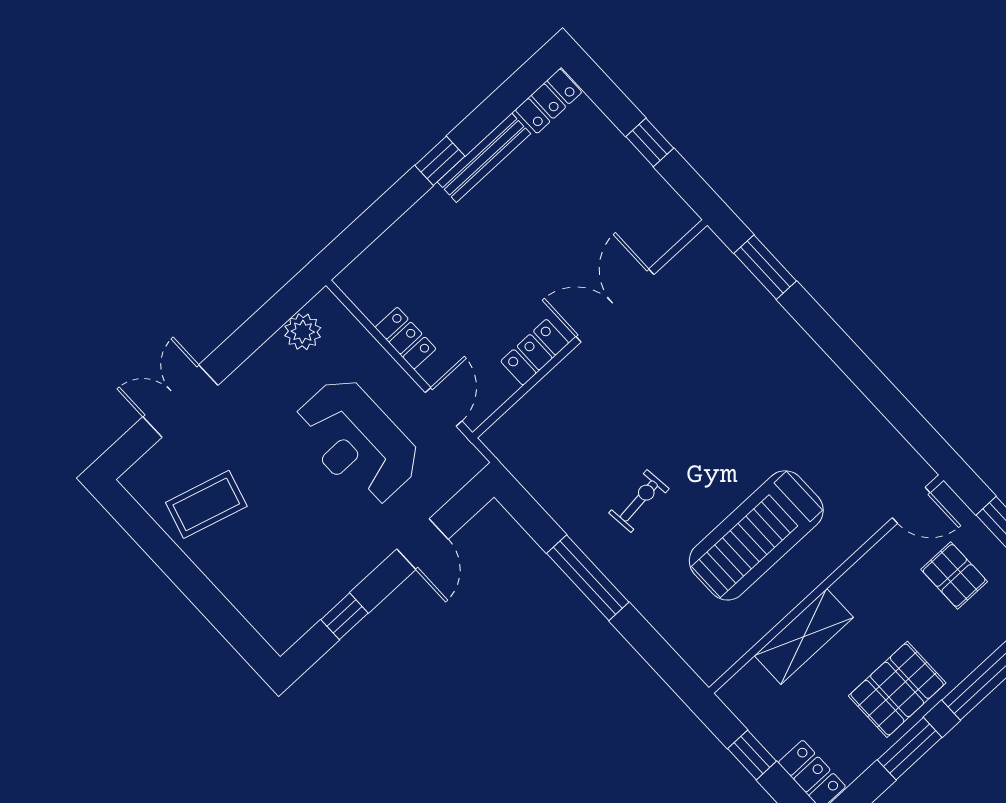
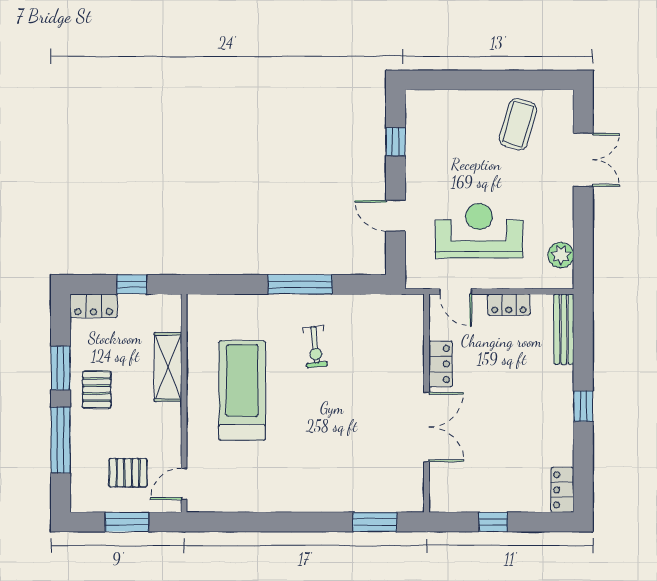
bench: (484, 158) -> (564, 329), moved
pallet: (897, 689) -> (97, 390), width x0.67, depth x0.71

